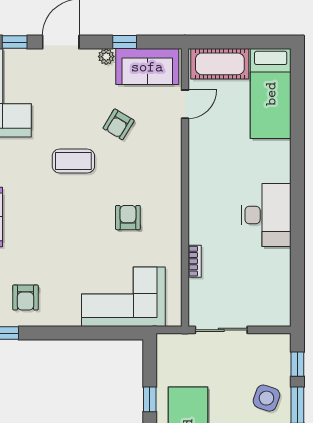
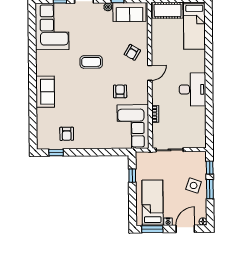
door: (185, 104) -> (150, 73), moved
armchair: (119, 124) -> (132, 52), moved
corner sofa: (123, 297) -> (133, 127), moved, turned -90
window: (150, 399) -> (132, 176), moved

